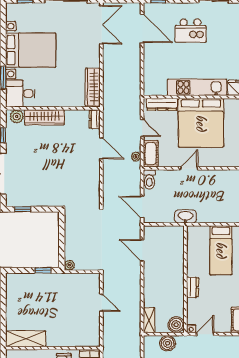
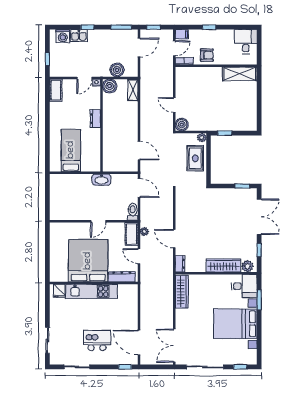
rug: (77, 241) -> (195, 158), added
boiler: (93, 280) -> (182, 125), added

